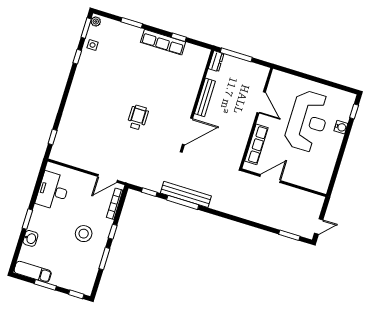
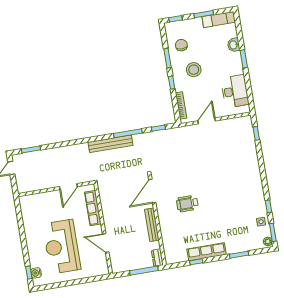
wheelchair: (138, 117) -> (187, 204), moved, turned 90
water cooler: (341, 127) -> (36, 273), moved
door: (107, 178) -> (207, 121), moved
bench: (186, 194) -> (111, 144), moved
chair: (84, 265) -> (181, 45), added

